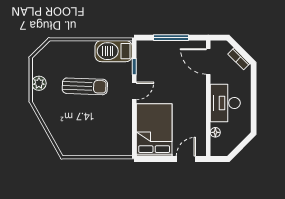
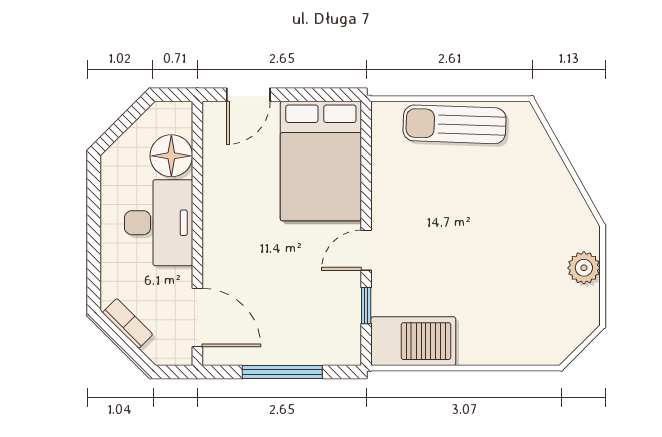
sun lounger: (85, 86) -> (454, 124), moved
floor lamp: (215, 132) -> (171, 156), width x1.89, depth x1.89

